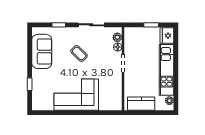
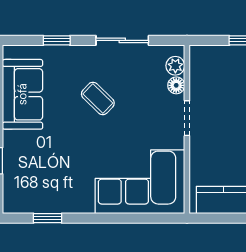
corner sofa: (76, 95) -> (140, 182), moved
window: (54, 113) -> (48, 218), added

